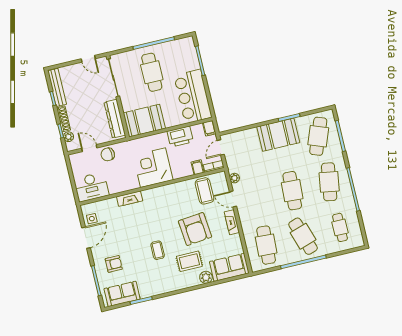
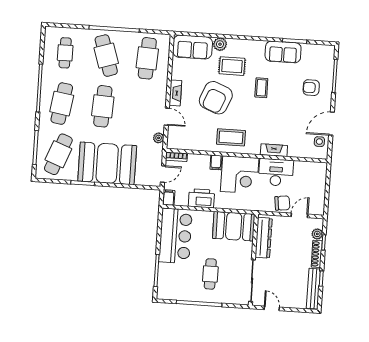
cafe table: (152, 72) -> (210, 274), width x0.73, depth x0.74
booth: (278, 135) -> (107, 163), width x1.36, depth x1.42
door: (89, 148) -> (299, 215), swing flipped
filing cabinet: (198, 167) -> (216, 162), moved
desk: (91, 187) -> (276, 172), moved
coffee table: (205, 191) -> (231, 137), moved, turned 90
armchair: (195, 229) -> (216, 98), turned -152
sofa: (122, 294) -> (283, 52), moved

